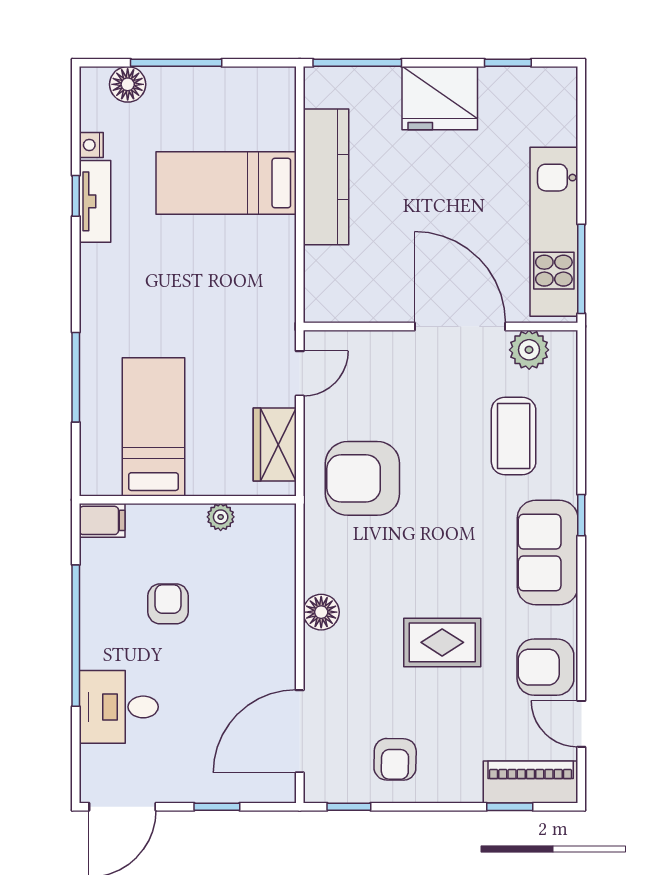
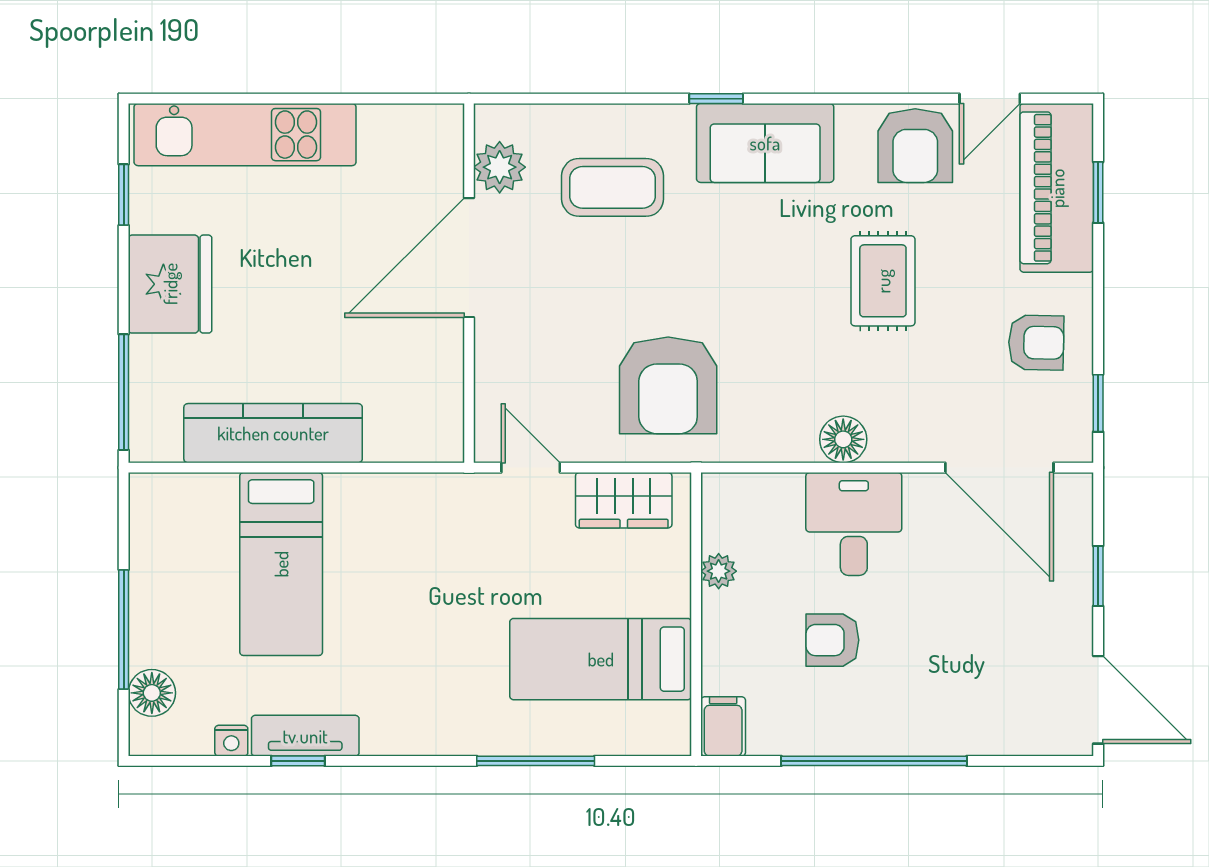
kitchen unit: (554, 232) -> (245, 135), moved
window: (581, 269) -> (394, 99), removed
desk: (119, 707) -> (854, 524), moved, turned 180
piano: (531, 782) -> (1057, 188), width x1.37, depth x1.33

